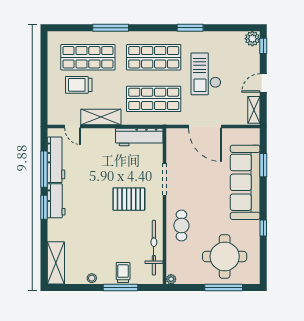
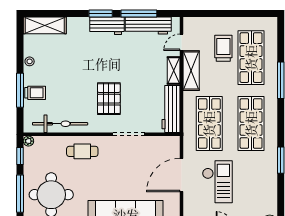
checkout: (206, 74) -> (217, 182), moved, turned 90
shelving: (101, 134) -> (174, 71), added
window: (186, 288) -> (20, 156), added

